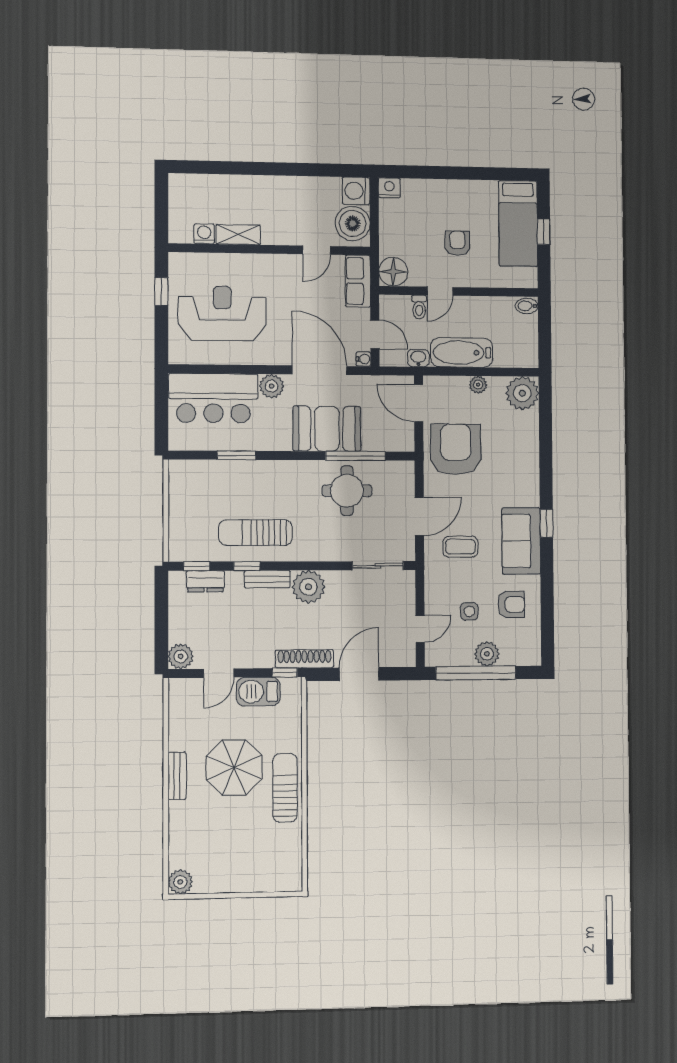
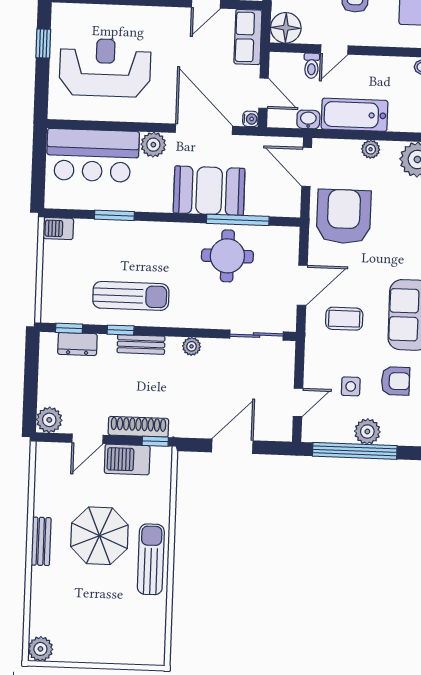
barbecue: (183, 470) -> (58, 229), added
sun lounger: (256, 533) -> (131, 296), turned 180
plant: (308, 587) -> (192, 346), width x0.53, depth x0.53
shoe rack: (304, 659) -> (138, 427), moved

